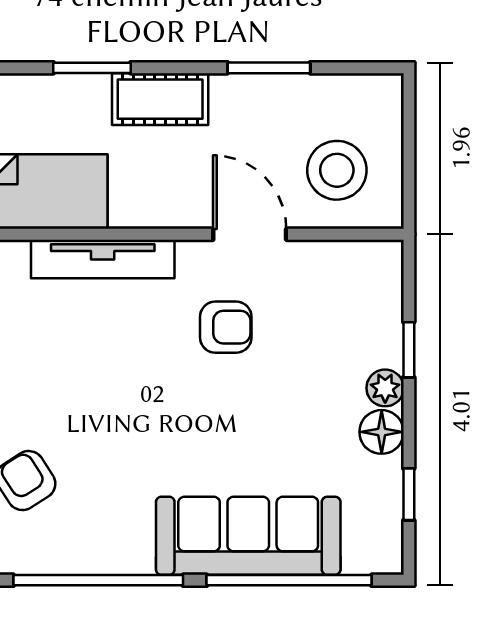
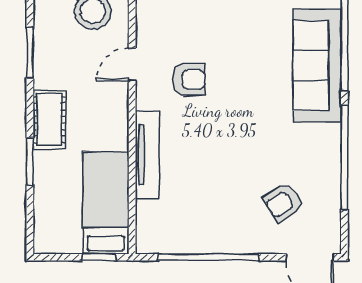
door: (250, 234) -> (132, 65), width x0.73
armchair: (226, 327) -> (189, 79), turned 90

